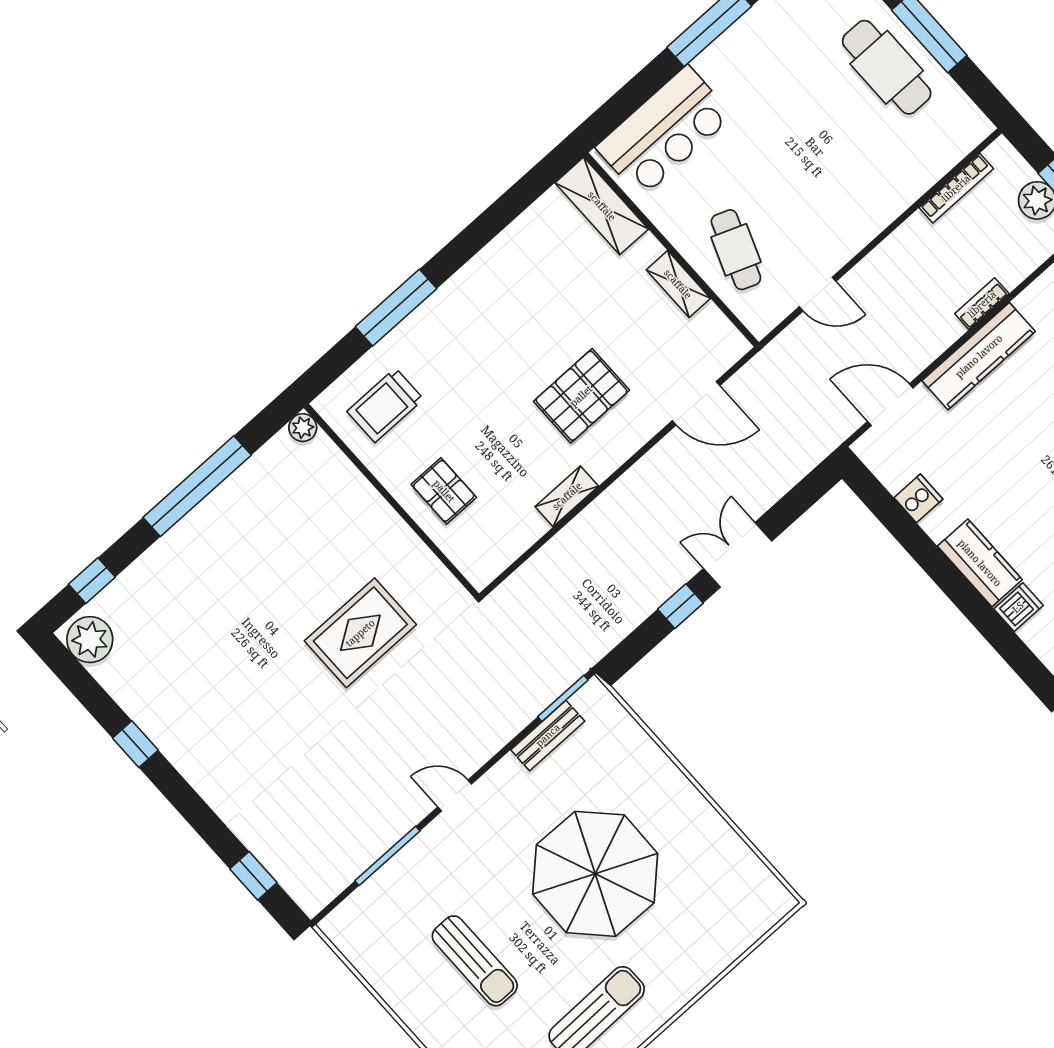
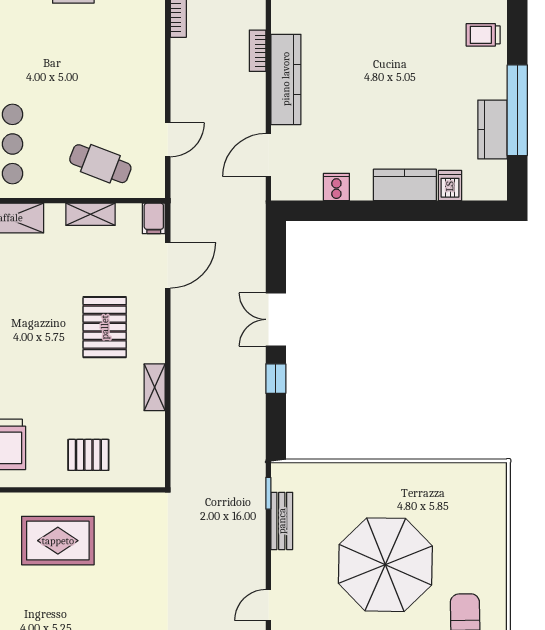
filing cabinet: (729, 349) -> (154, 218), added
rug: (360, 633) -> (58, 541), moved, turned 90
window: (563, 698) -> (268, 493), width x0.67

